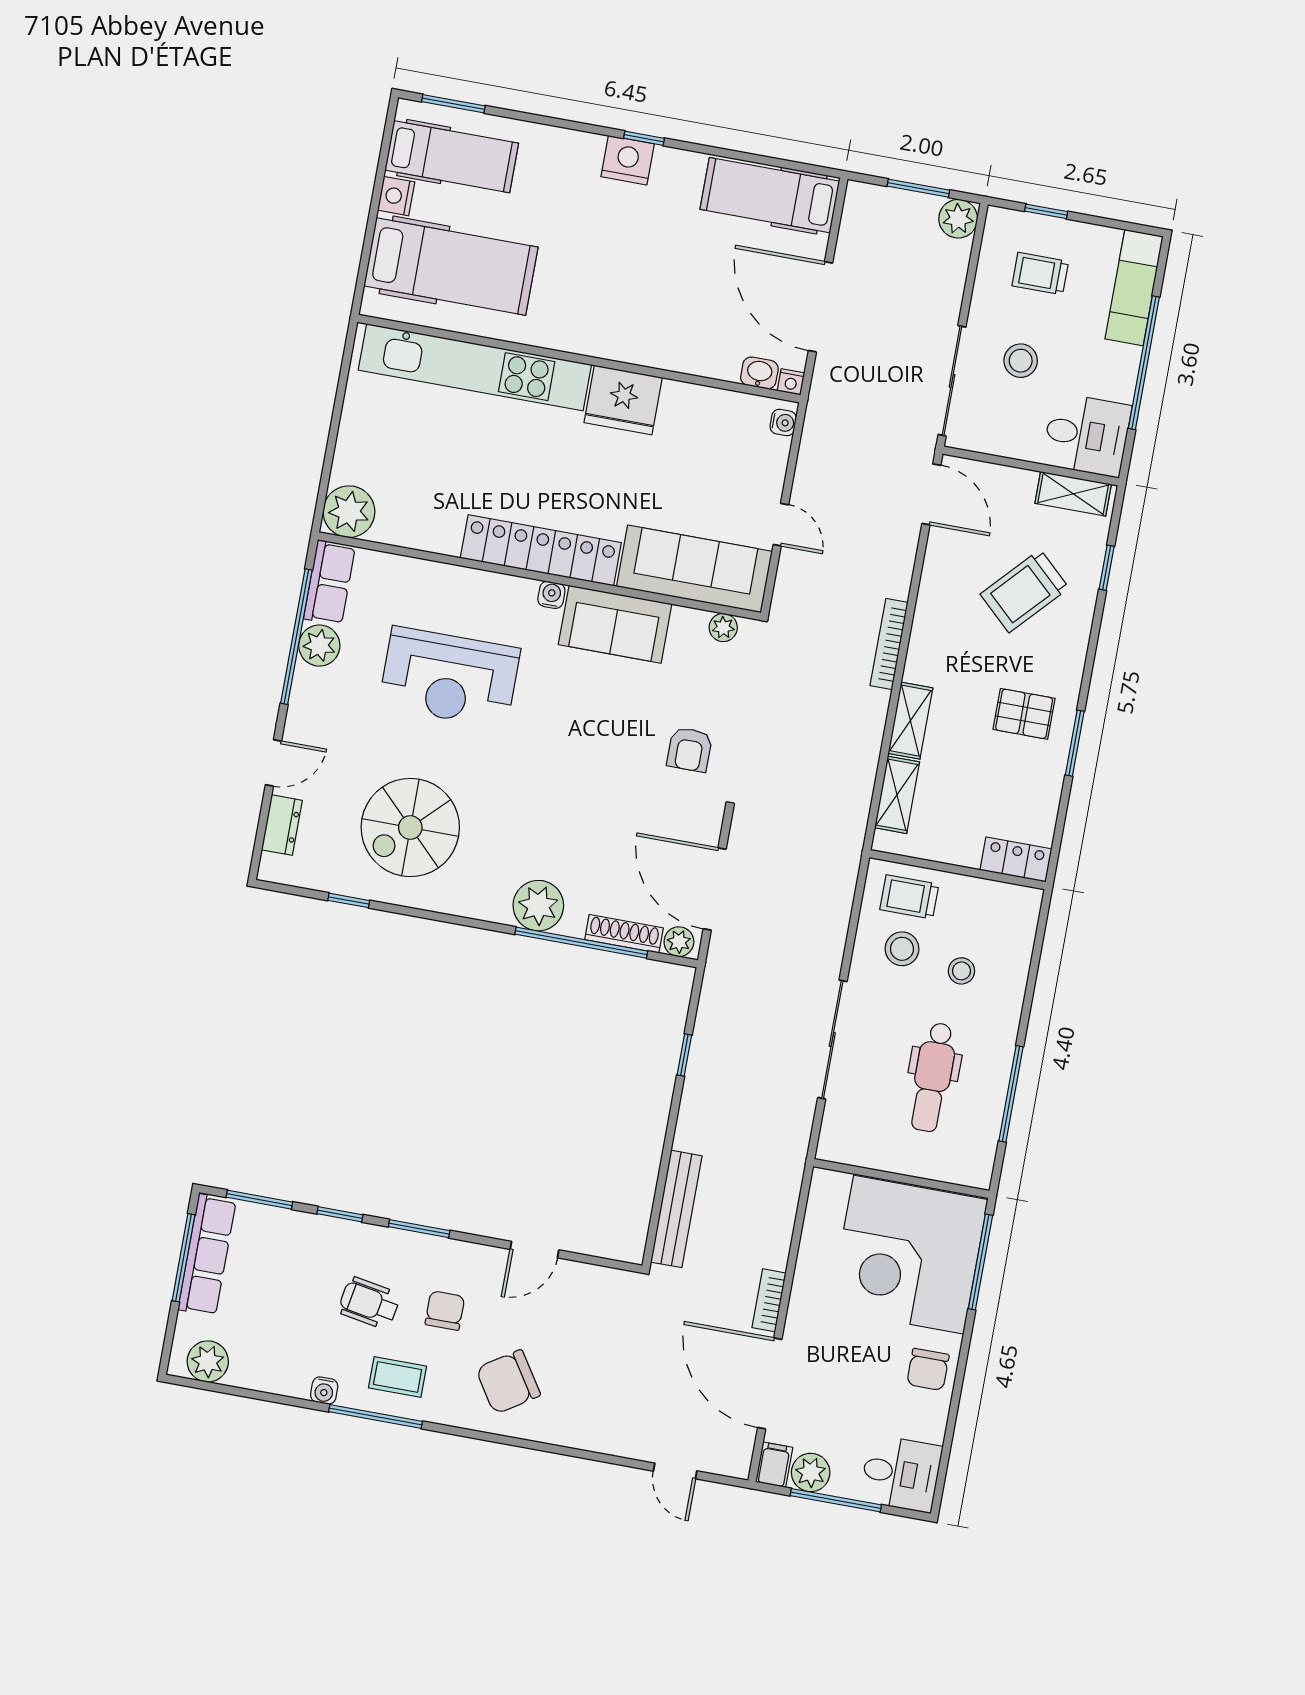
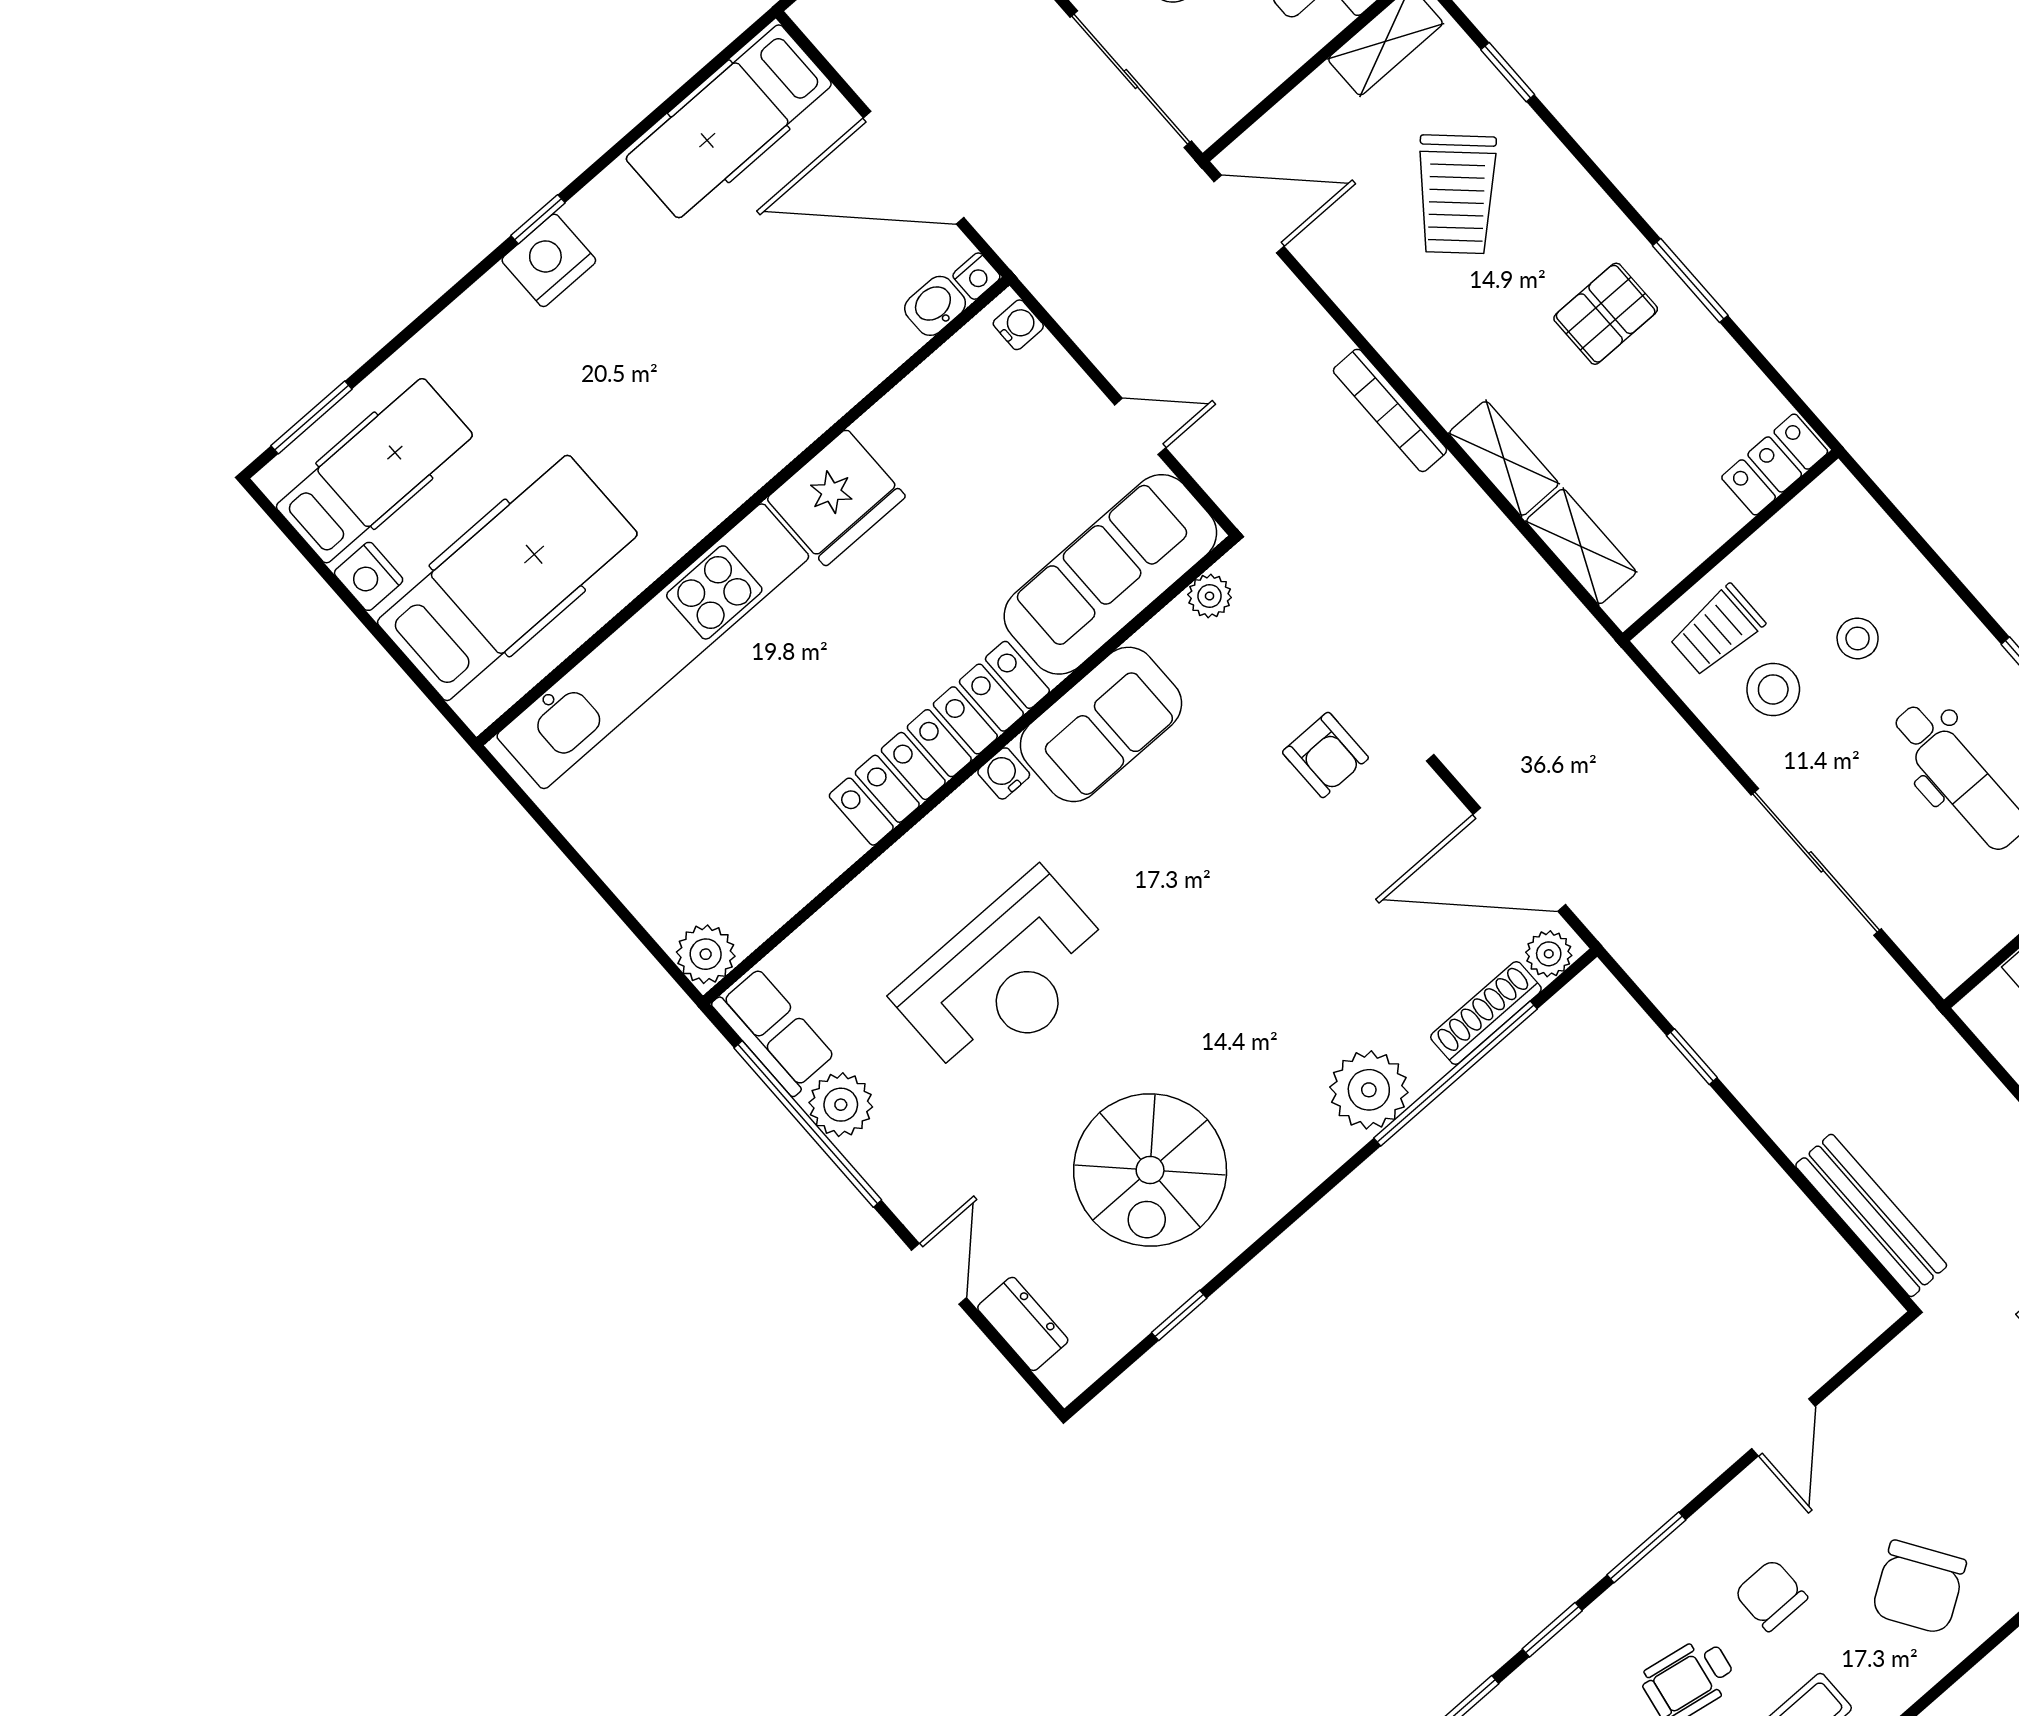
plant: (349, 512) -> (706, 954), width x0.73, depth x0.73

